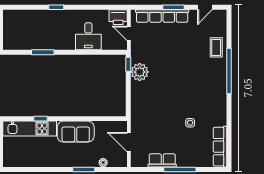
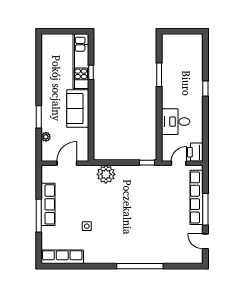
window: (174, 7) -> (205, 209), width x1.44
coffee table: (216, 47) -> (164, 253), removed
plant: (140, 72) -> (106, 174), moved
row of seats: (162, 160) -> (48, 204), width x1.48

